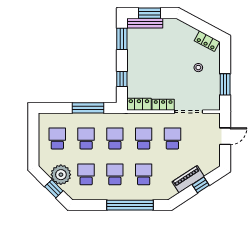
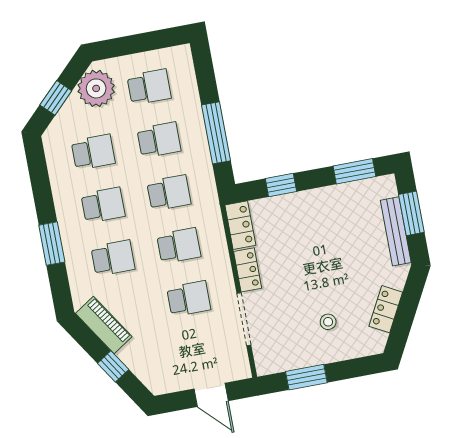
bench: (145, 23) -> (396, 231), moved
locker: (207, 41) -> (386, 309), moved
plant: (61, 175) -> (96, 88), moved
piano: (188, 179) -> (104, 325), moved
window: (130, 205) -> (52, 244), width x0.47

